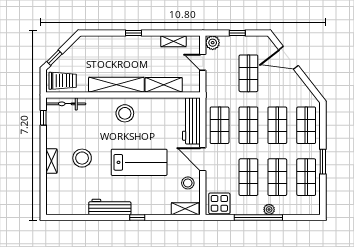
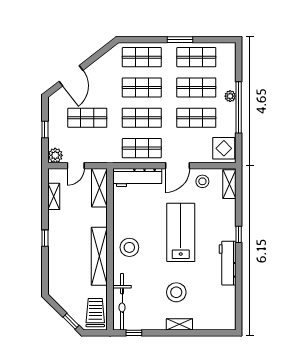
shelving: (164, 85) -> (99, 188), moved
bicycle: (66, 104) -> (122, 302), width x1.37, depth x1.40

